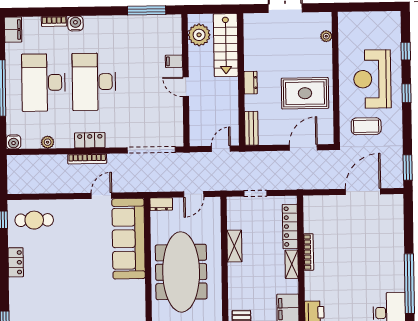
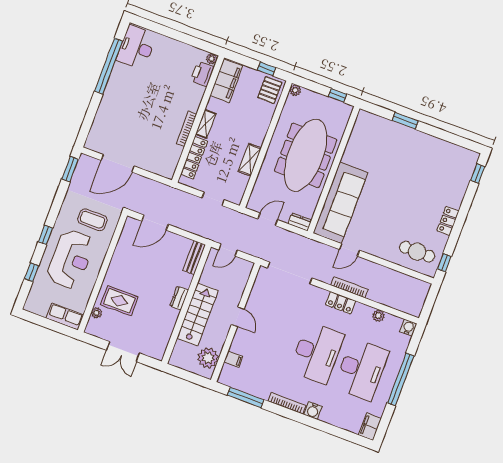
row of seats: (356, 20) -> (65, 317), added
bookcase: (54, 21) -> (287, 403), moved, width x1.56
stairs: (226, 45) -> (198, 314), moved
filing cabinet: (174, 61) -> (233, 359), moved
rug: (305, 93) -> (119, 301), moved, width x0.73, depth x0.70

